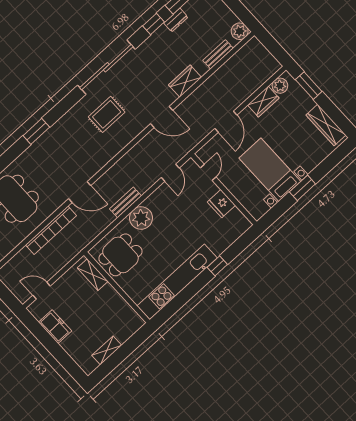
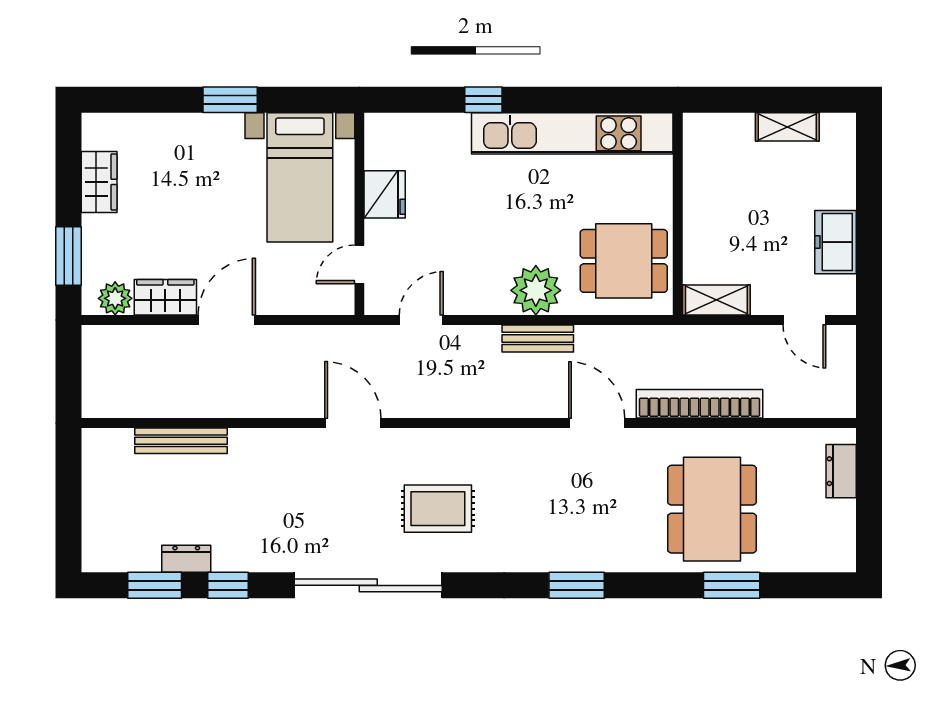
plant: (240, 31) -> (100, 446), removed
bench: (218, 54) -> (181, 441), width x1.36
wardrobe: (185, 81) -> (262, 447), removed
door: (226, 122) -> (227, 320), moved
wardrobe: (326, 125) -> (99, 182), width x0.67
bed with nightstands: (270, 170) -> (300, 177), moved
shelving: (93, 275) -> (716, 300), moved, turned 90

